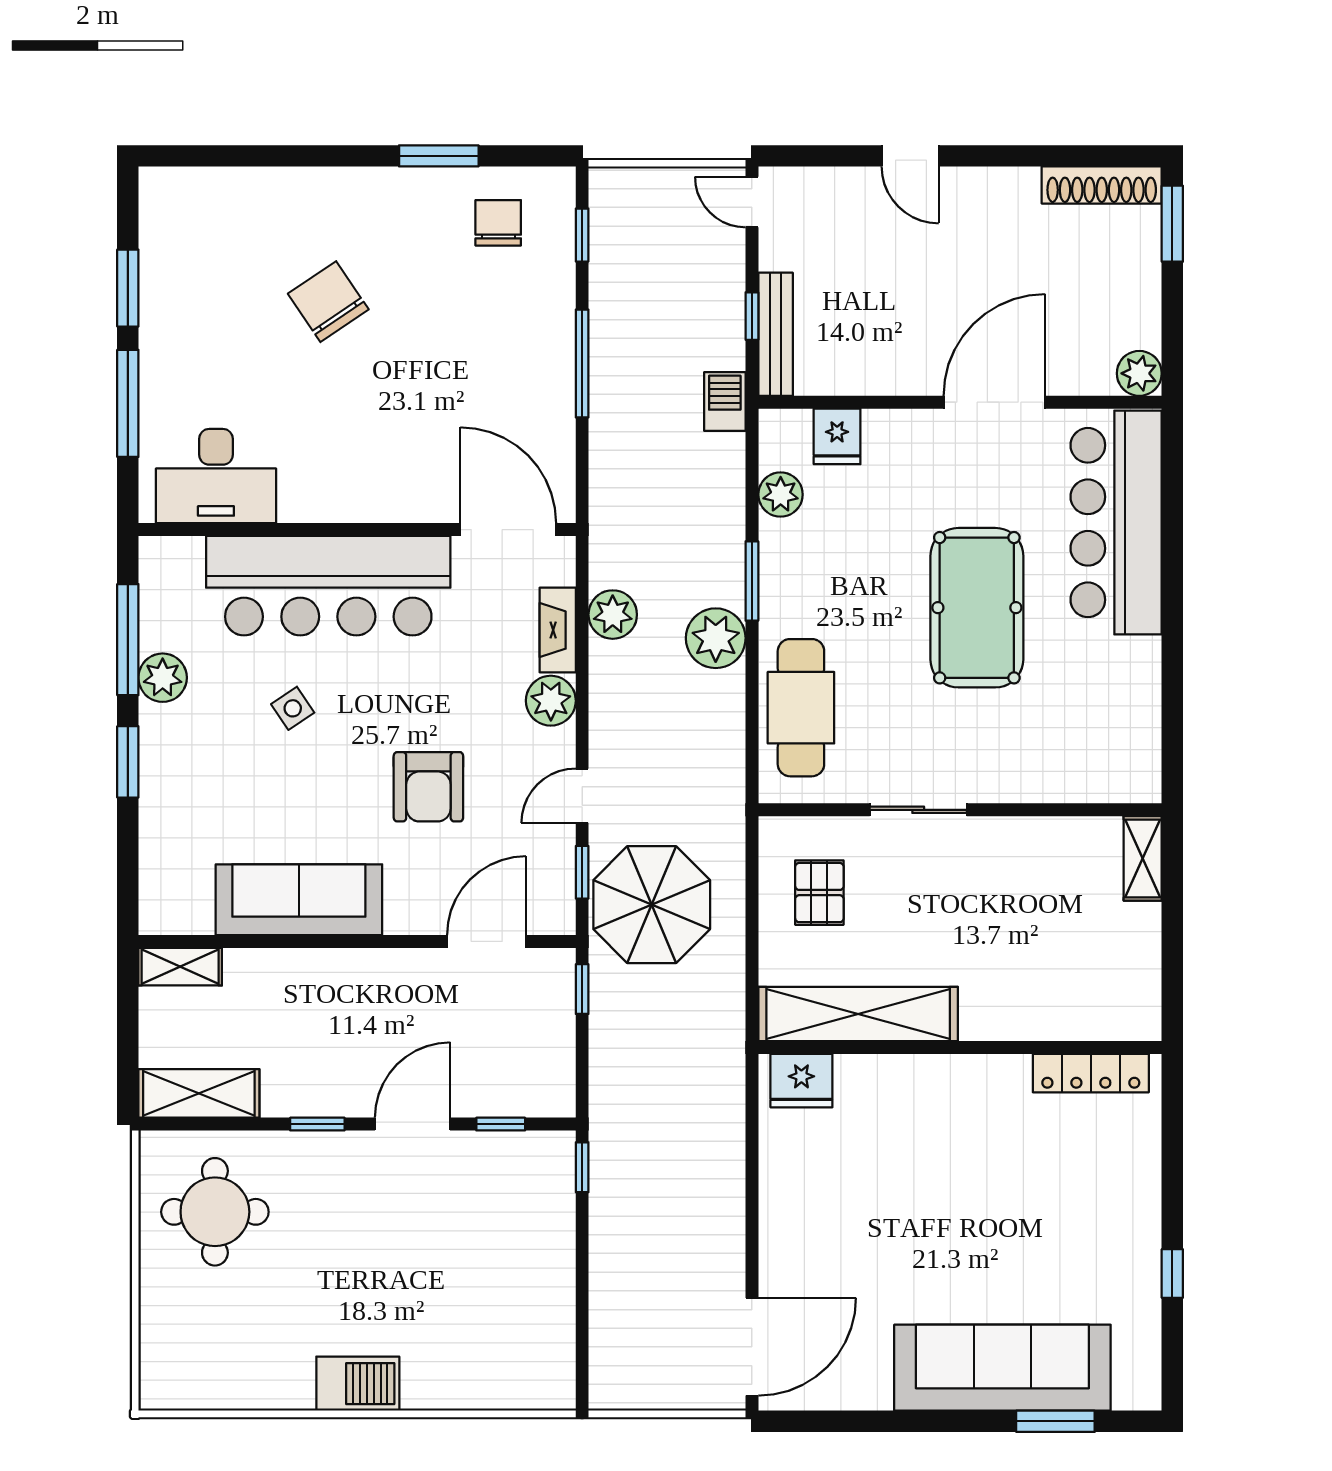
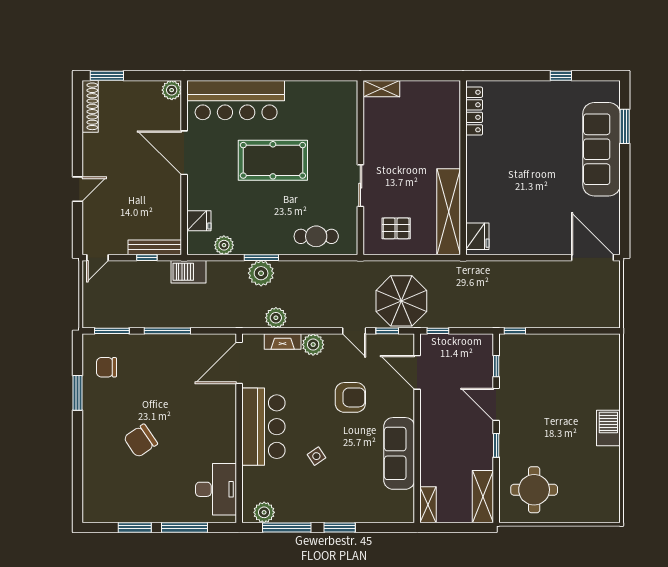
window: (582, 235) -> (112, 331), width x1.50
barbecue: (725, 402) -> (189, 272), width x1.38, depth x1.27
bar counter: (328, 586) -> (263, 427), width x0.73
plant: (716, 638) -> (261, 273), moved
plant: (163, 678) -> (264, 512), moved
cafe table: (801, 708) -> (316, 236), width x0.73, depth x0.74

